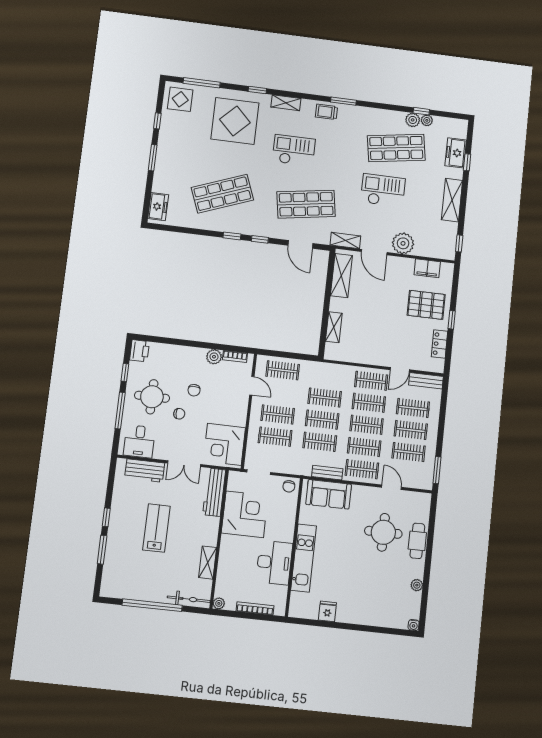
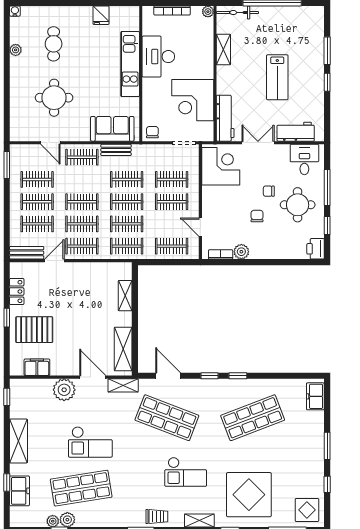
shop shelf: (306, 204) -> (167, 418), turned 30
clothes rail: (364, 447) -> (127, 246), moved
cafe table: (417, 541) -> (54, 44), moved

